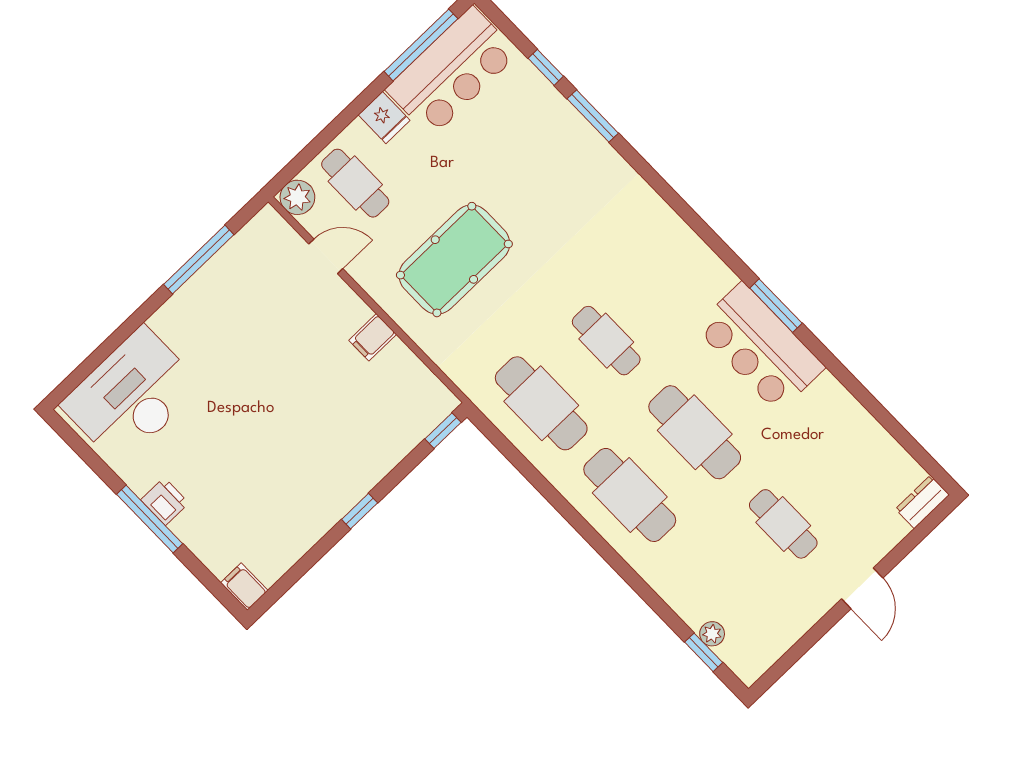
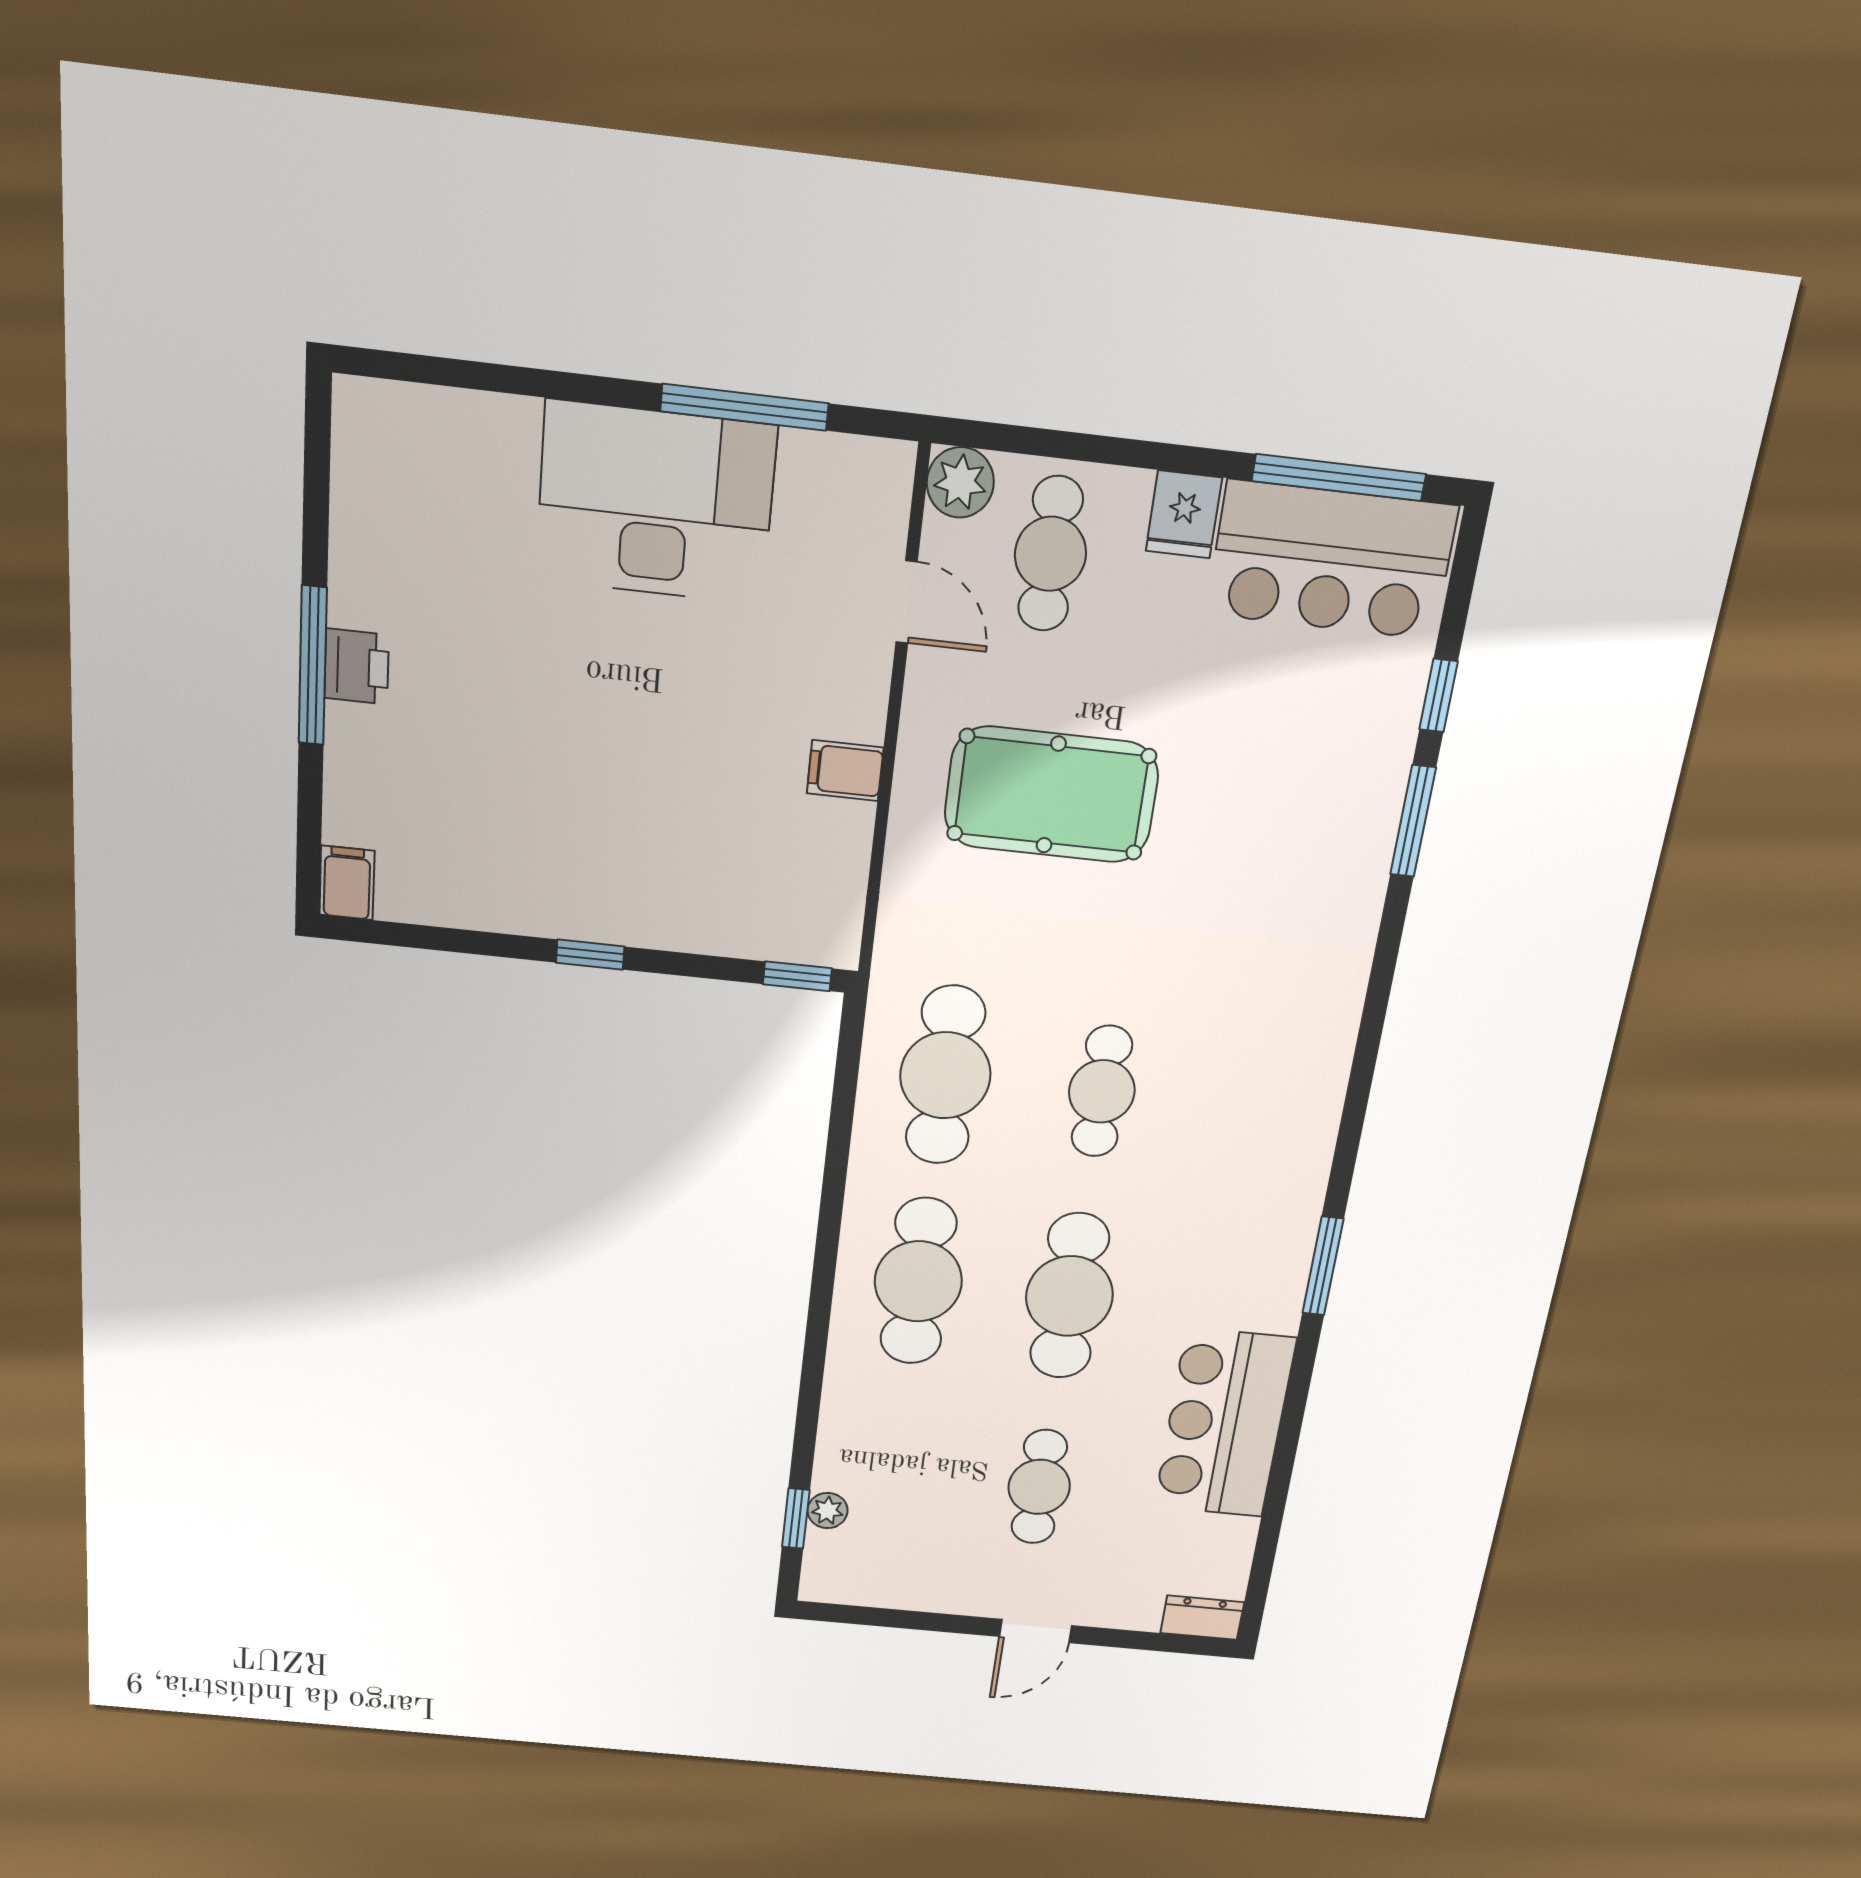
bar counter: (760, 347) -> (1225, 1423), moved
desk: (131, 396) -> (656, 503), moved

